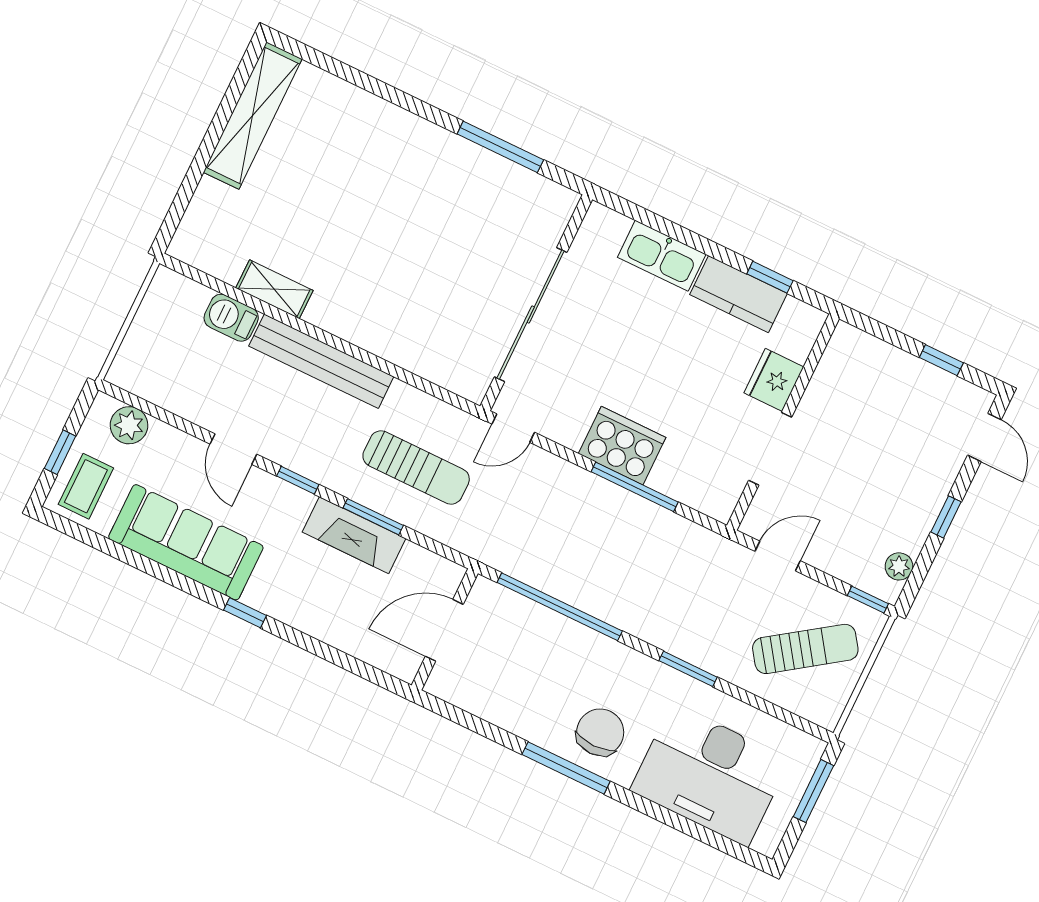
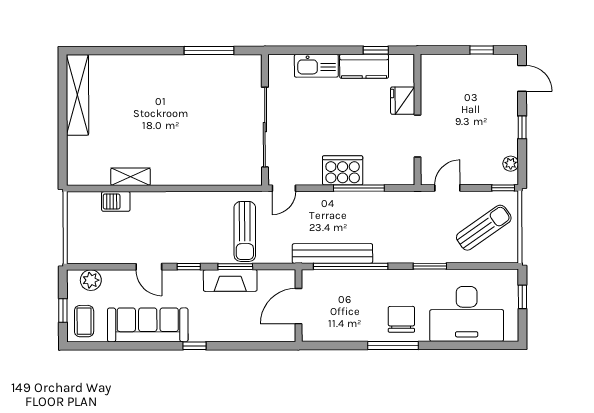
bench: (321, 361) -> (332, 253), moved
sun lounger: (416, 467) -> (245, 231), turned 90
window: (813, 791) -> (522, 297), width x0.67

